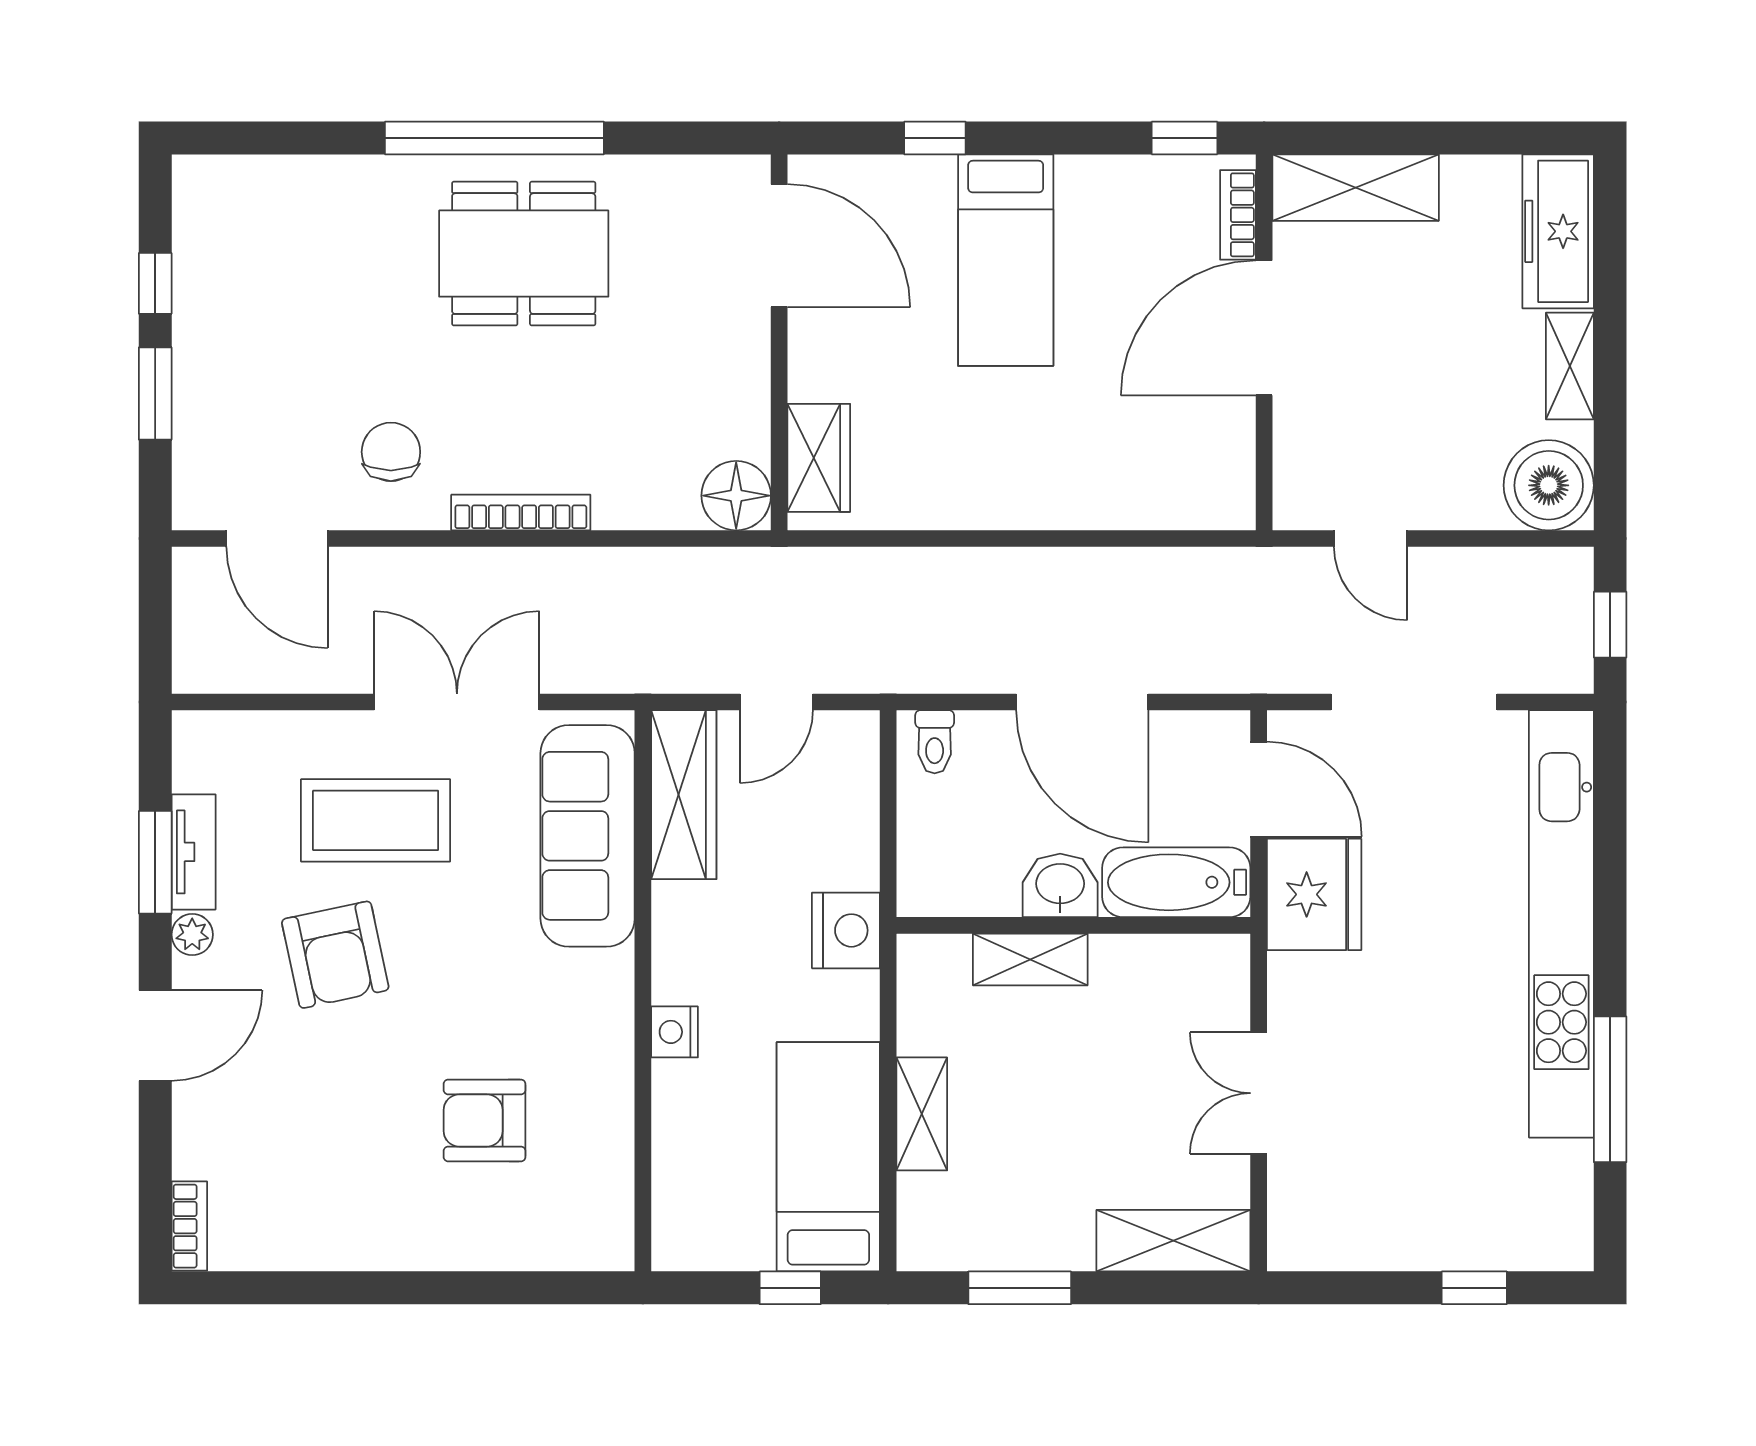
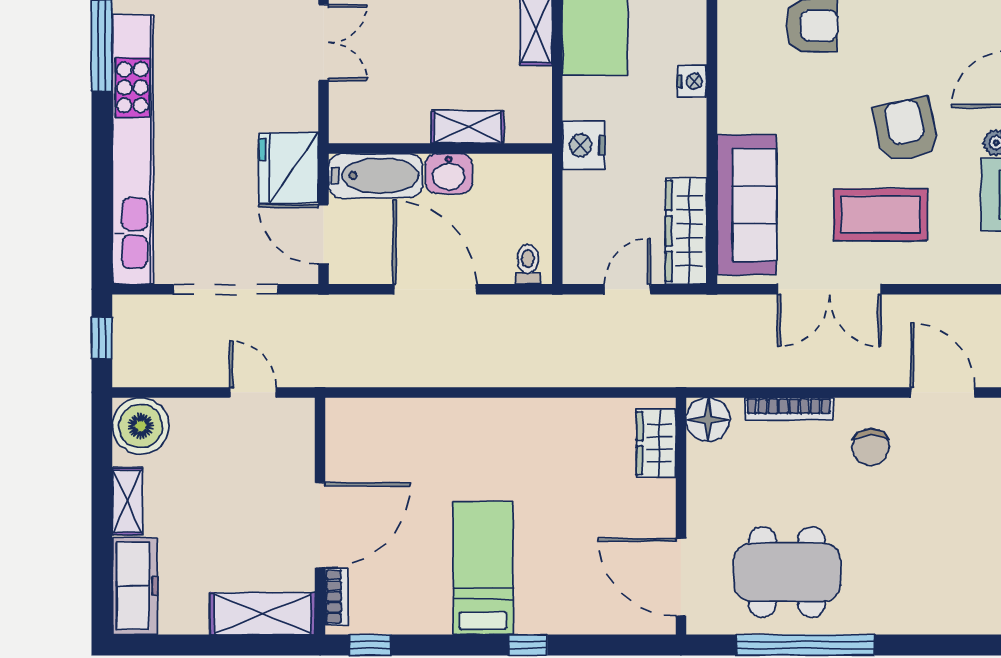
door: (779, 246) -> (681, 577), moved
wall: (779, 342) -> (681, 516), moved
wardrobe: (819, 458) -> (656, 443), moved
floor lamp: (736, 496) -> (708, 419), moved

